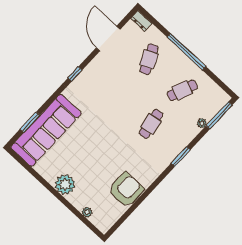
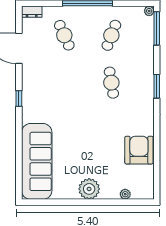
window: (30, 122) -> (19, 167), removed
plant: (202, 123) -> (149, 11), moved

